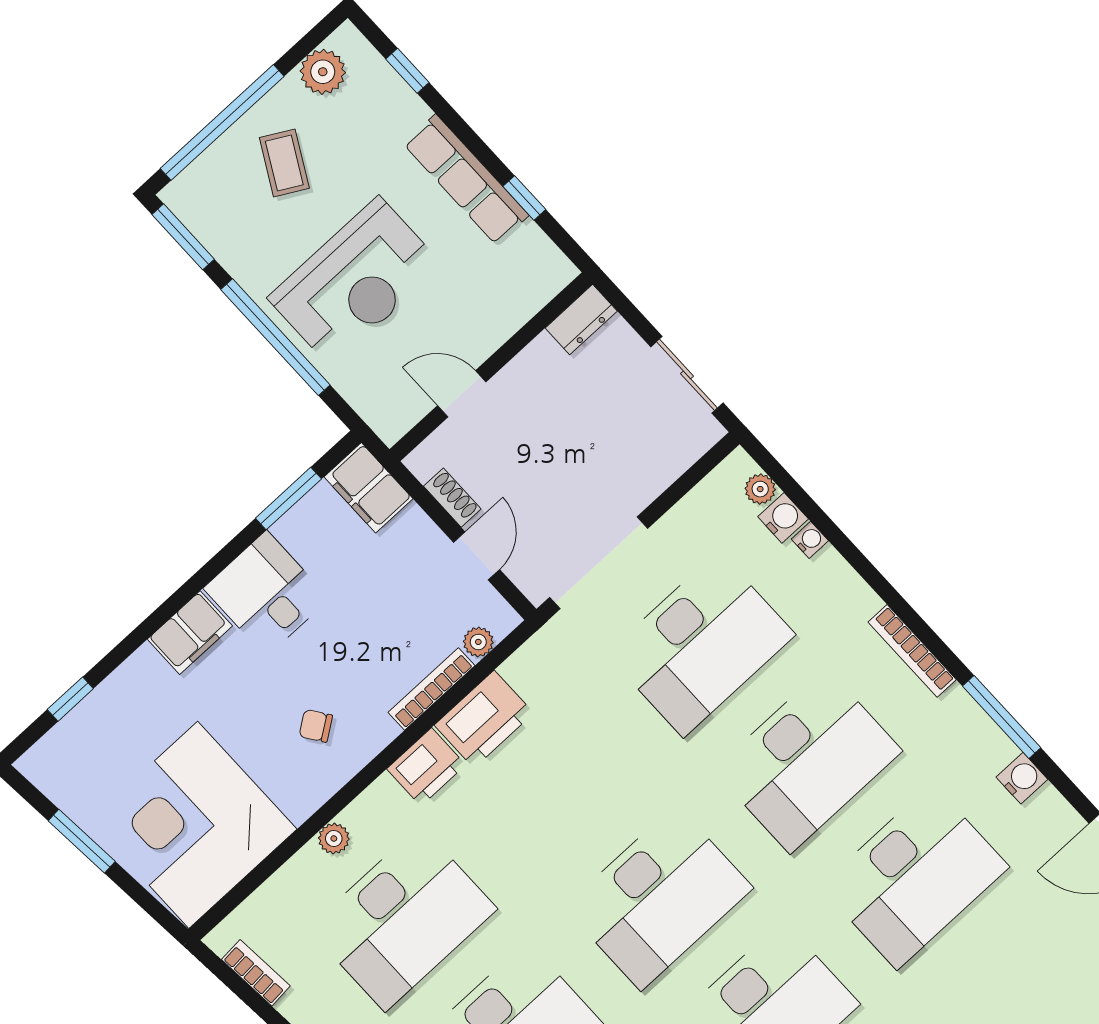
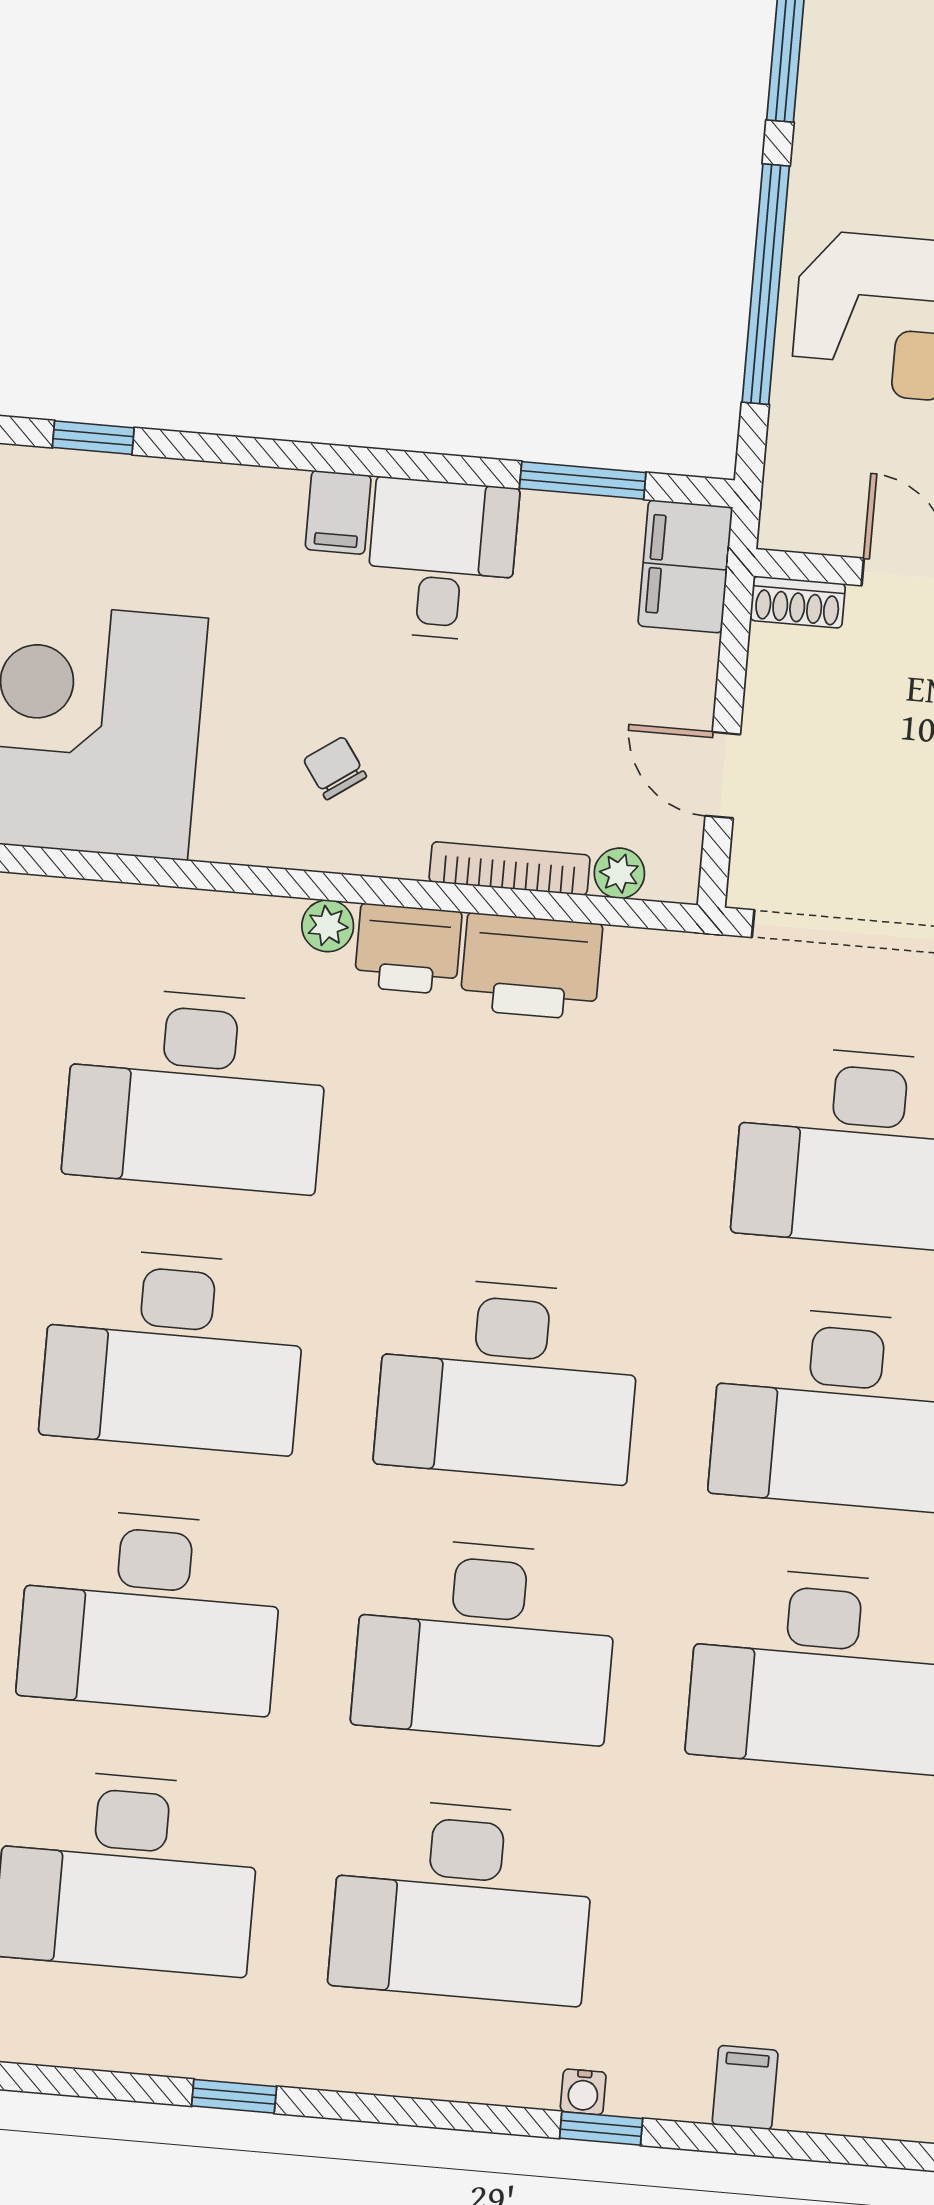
shoe rack: (452, 498) -> (798, 602), moved, turned 90
door: (477, 556) -> (723, 775), swing flipped
filing cabinet: (190, 633) -> (338, 512), width x0.50
plant: (334, 839) -> (328, 926), moved

